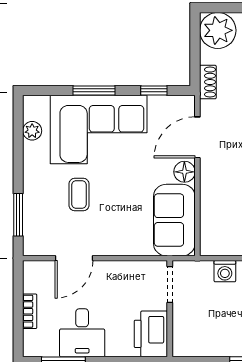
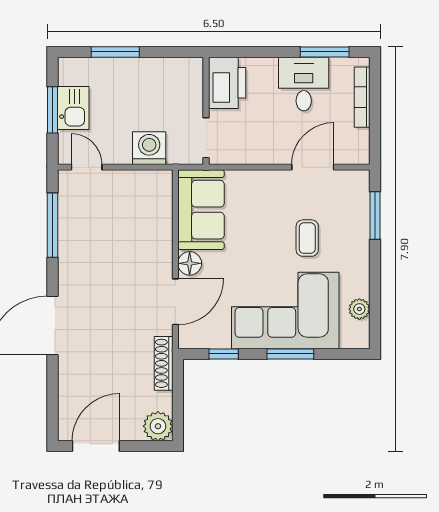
plant: (218, 30) -> (158, 426), width x0.73, depth x0.73
shoe rack: (208, 82) -> (164, 363), width x1.43
washing machine: (225, 271) -> (149, 148), width x1.38, depth x1.38
bookcase: (30, 311) -> (362, 97), width x1.56

